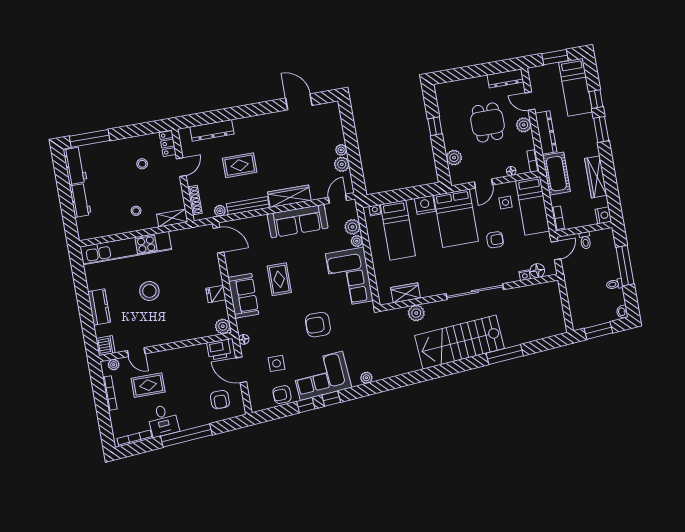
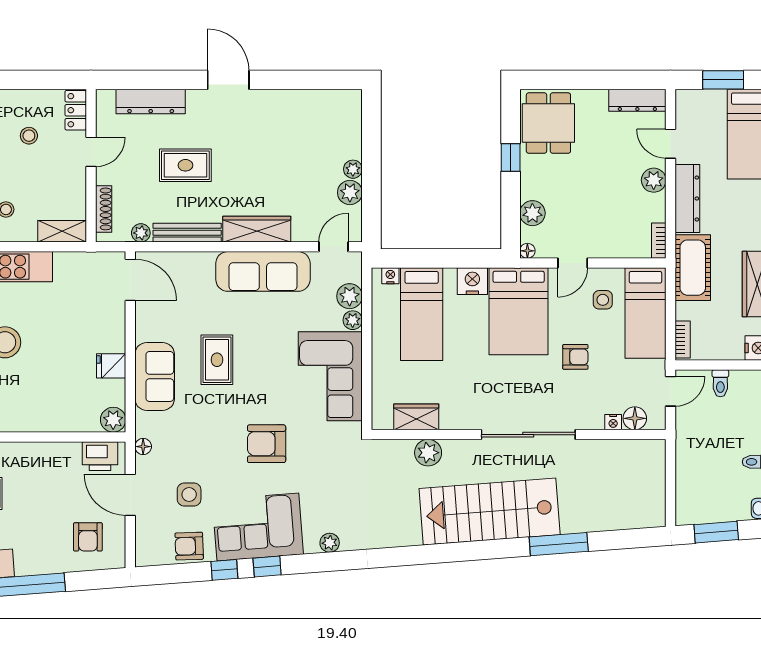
door: (299, 102) -> (228, 80), moved
dining table: (488, 123) -> (548, 123), moved
floor lamp: (511, 171) -> (527, 251), moved

